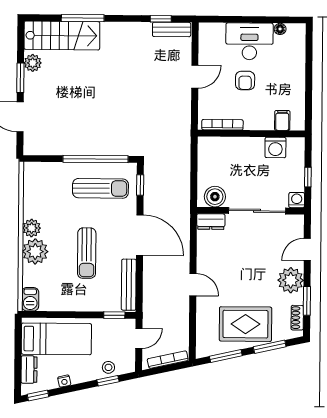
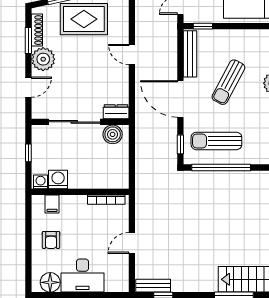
floor lamp: (280, 29) -> (50, 282), width x1.89, depth x1.89
armchair: (245, 81) -> (51, 240), moved, turned 180
washing machine: (297, 200) -> (41, 182), moved, turned 180
sun lounger: (87, 253) -> (228, 82), turned -152
shoe rack: (297, 318) -> (37, 30), width x1.43

